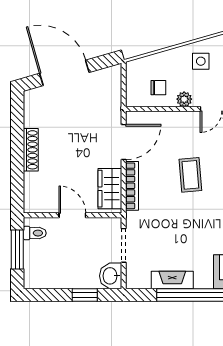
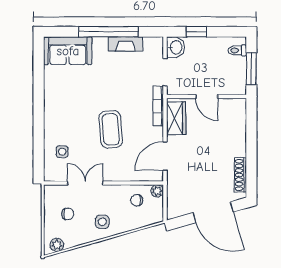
plant: (184, 99) -> (157, 191), moved
shoe rack: (31, 150) -> (240, 175), moved
coffee table: (190, 175) -> (111, 129), width x1.36, depth x1.30
bookcase: (132, 186) -> (158, 106), moved
toilet: (35, 233) -> (237, 50), moved

